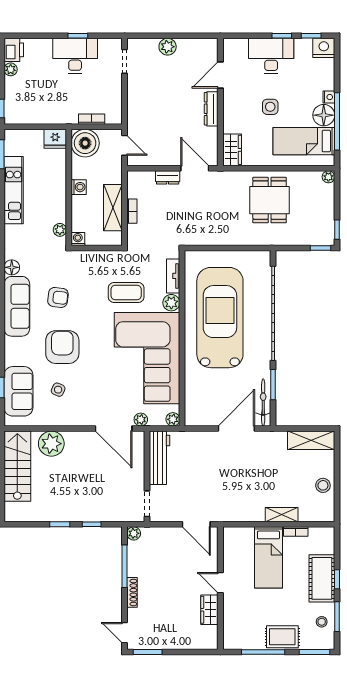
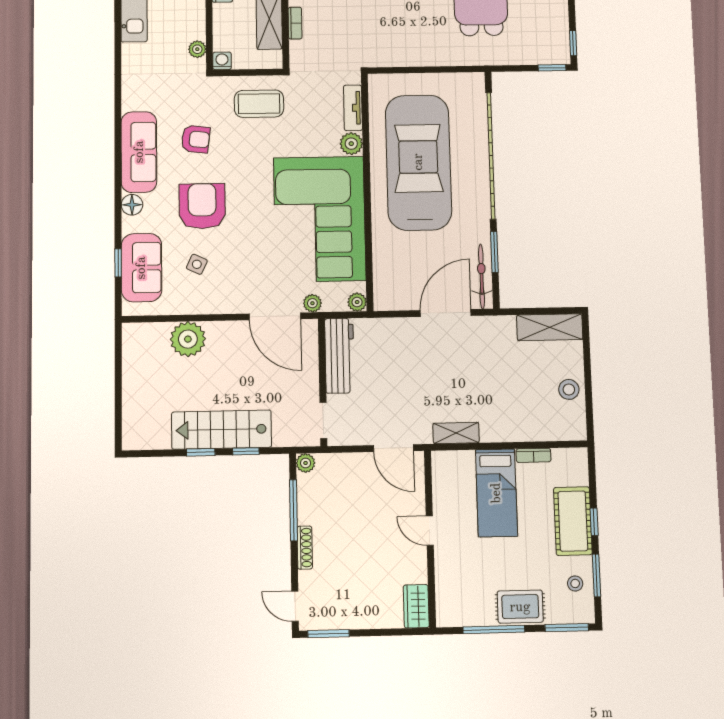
floor lamp: (12, 267) -> (132, 205), moved
coffee table: (126, 293) -> (259, 104), moved
stairs: (17, 466) -> (222, 430), moved, turned -90
shelving: (282, 515) -> (456, 433), moved
wardrobe: (209, 610) -> (416, 606), moved

